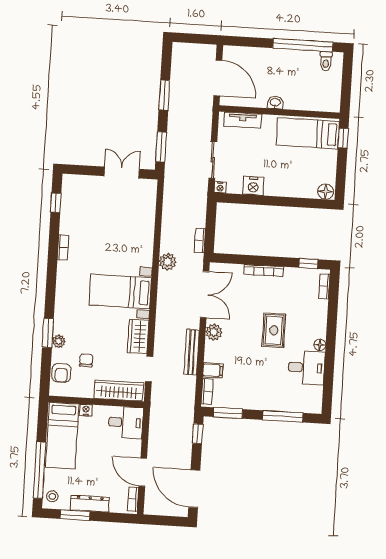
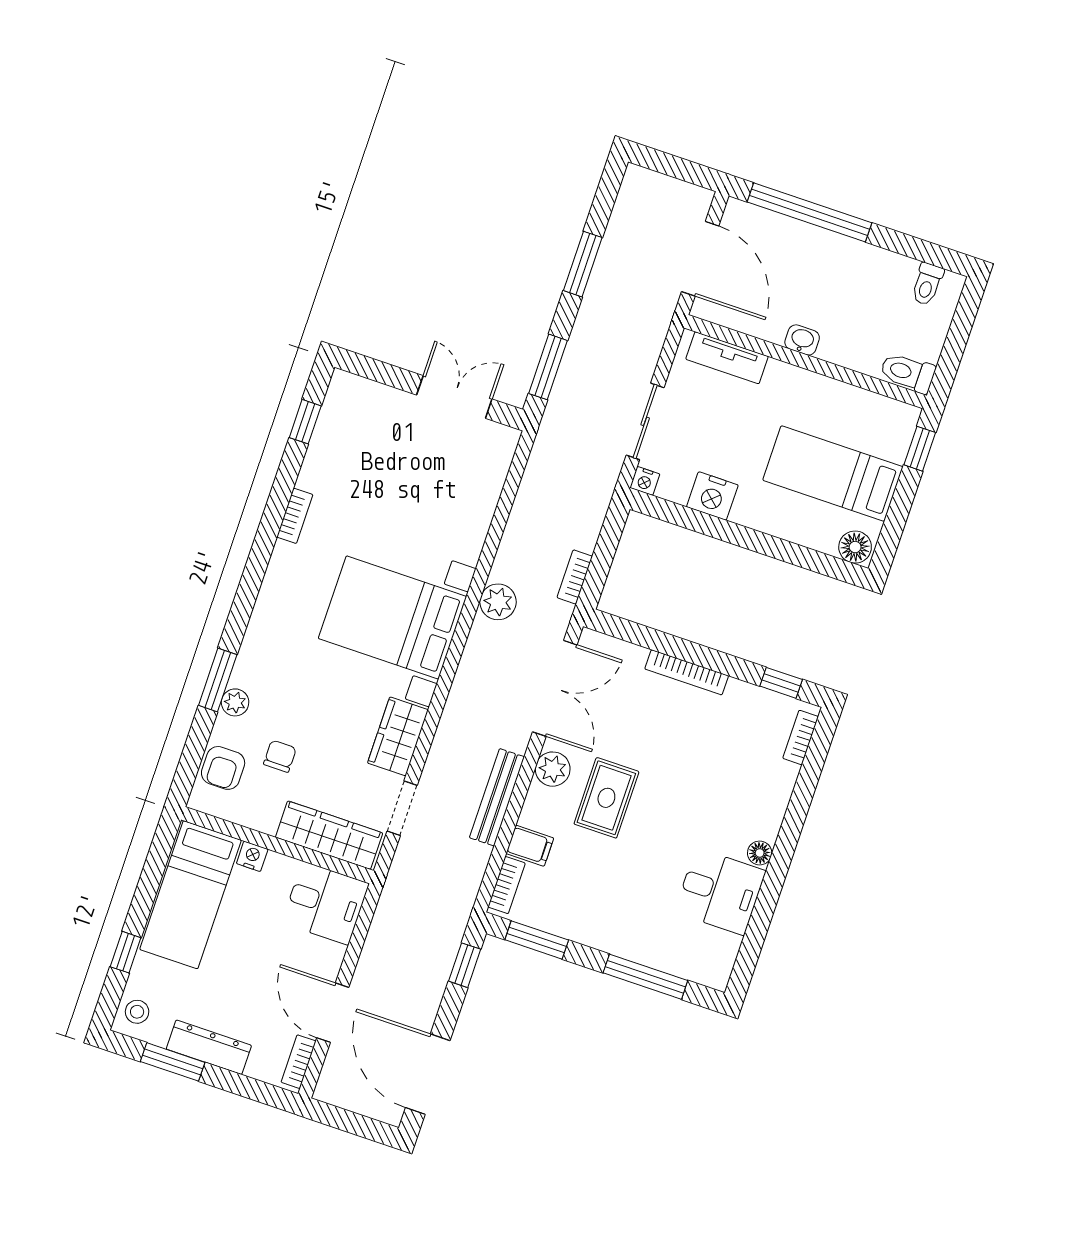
window: (303, 45) -> (809, 212), moved
toilet: (328, 104) -> (908, 373), added
bed: (308, 133) -> (833, 473), moved
bed with nightstands: (120, 291) -> (392, 617), width x1.36
rug: (274, 330) -> (606, 798), moved
window: (39, 470) -> (126, 952), width x0.32

